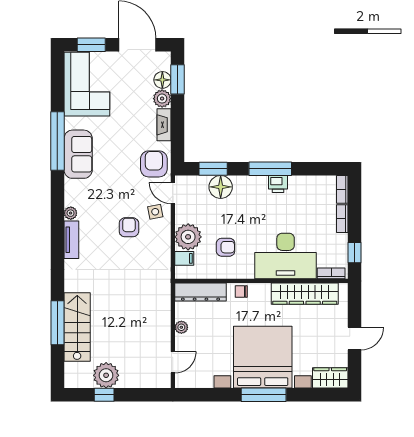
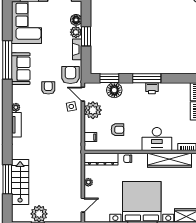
window: (178, 79) -> (86, 36), moved
armchair: (129, 227) -> (48, 88), moved
plant: (188, 237) -> (93, 110), moved
desk: (286, 256) -> (157, 139), width x0.73, depth x0.77

